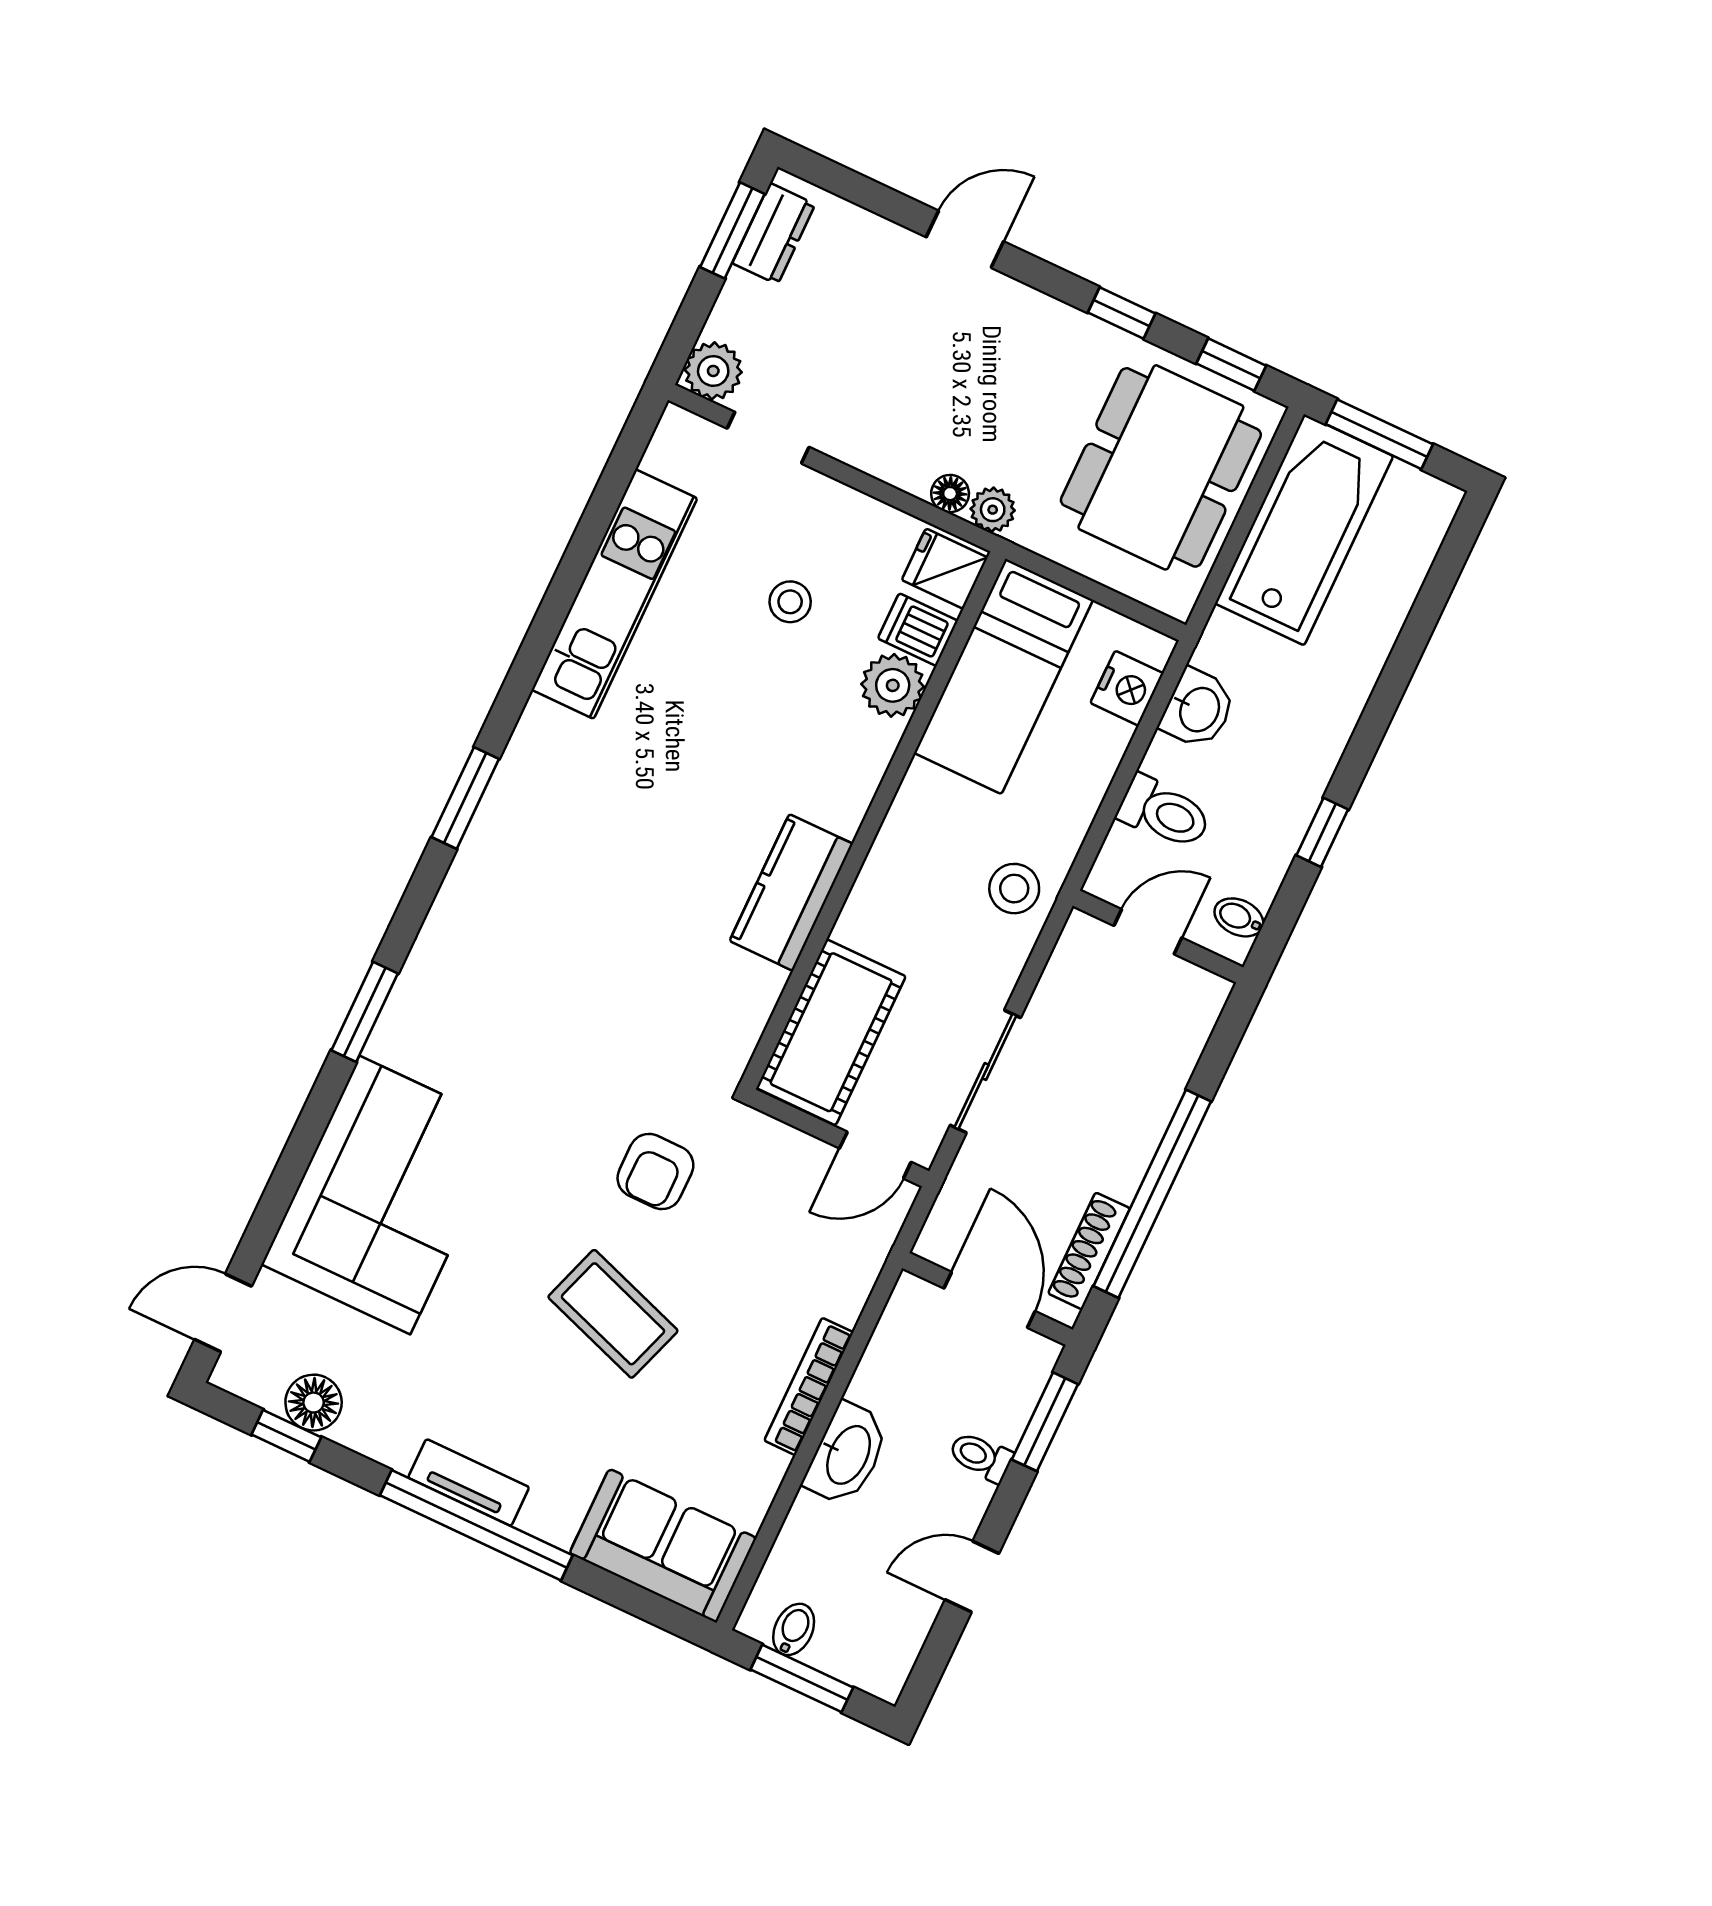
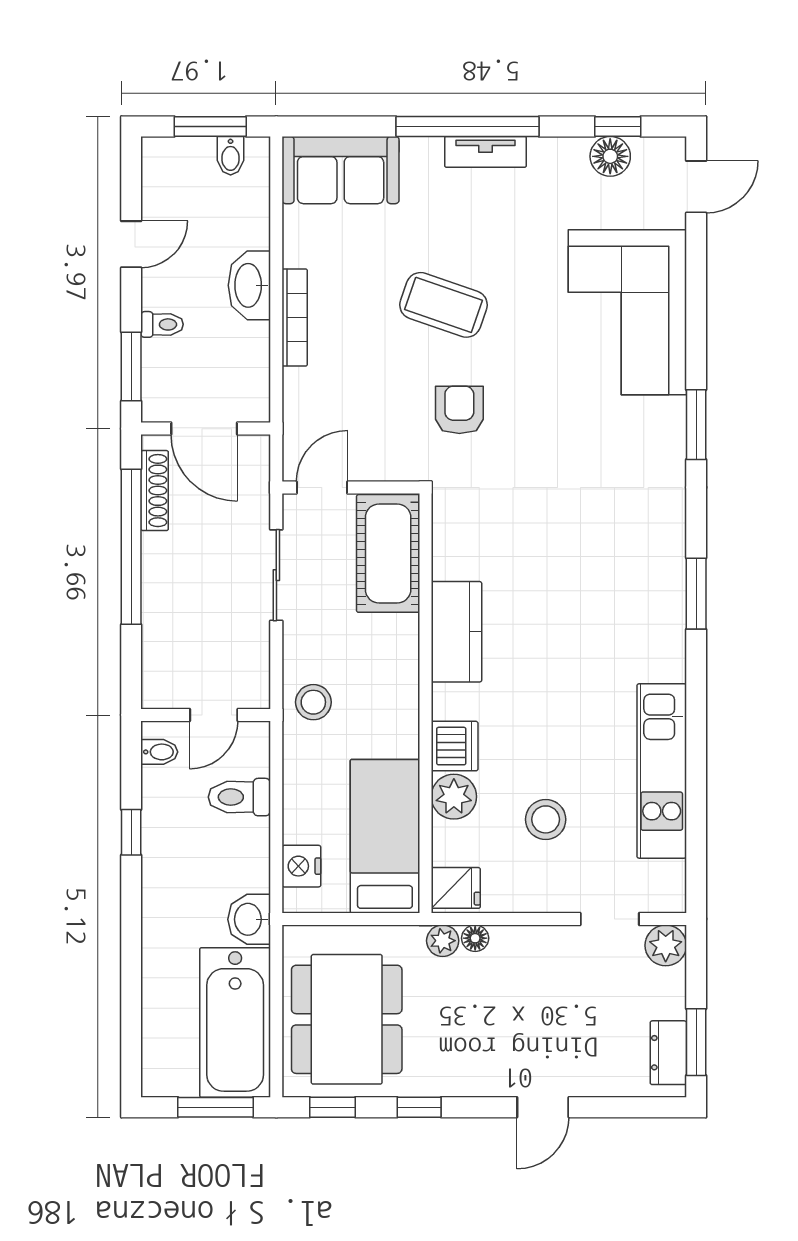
stool: (790, 602) -> (546, 819), width x1.37, depth x1.37
dishwasher: (918, 630) -> (455, 746), moved, width x1.38
washbasin: (1198, 709) -> (249, 919), moved

